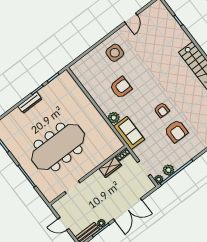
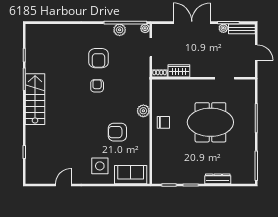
dresser: (30, 103) -> (218, 179), moved
chair: (93, 120) -> (163, 122), added
armchair: (176, 131) -> (99, 58), turned 180
sofa: (129, 133) -> (131, 175), moved, turned 90
meeting table: (58, 147) -> (210, 122), width x0.73
plant: (168, 170) -> (120, 30), moved

